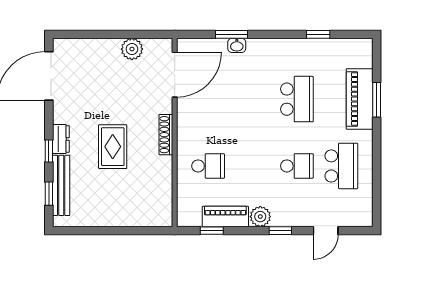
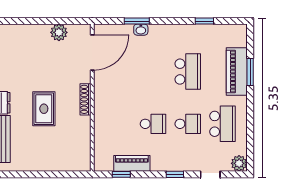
school desk: (208, 166) -> (153, 124), moved
plant: (260, 217) -> (239, 163), moved

